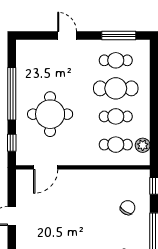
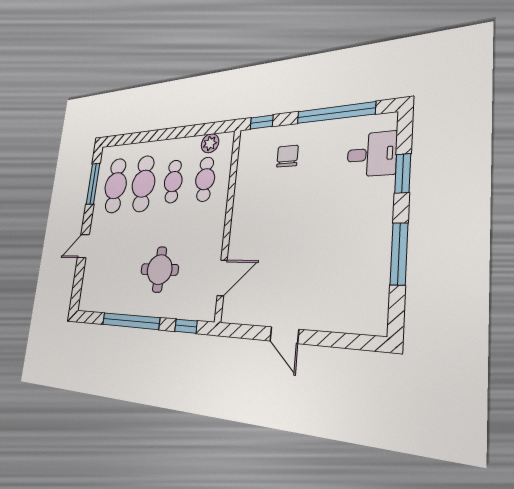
cafe table: (116, 60) -> (116, 186), width x1.37, depth x1.35
round table: (50, 114) -> (160, 270), width x0.73, depth x0.73
door: (46, 167) -> (222, 278), hinge flipped
chair: (128, 208) -> (287, 156), turned 58

